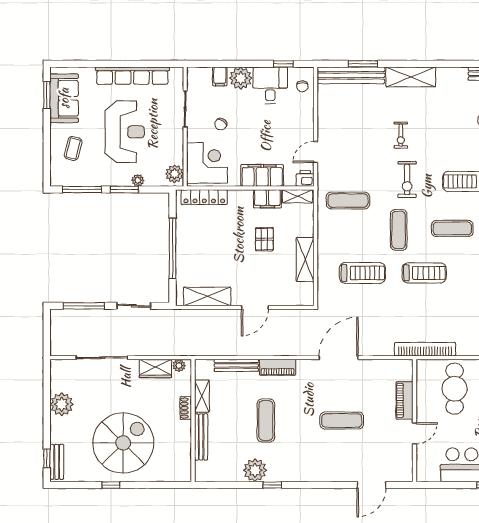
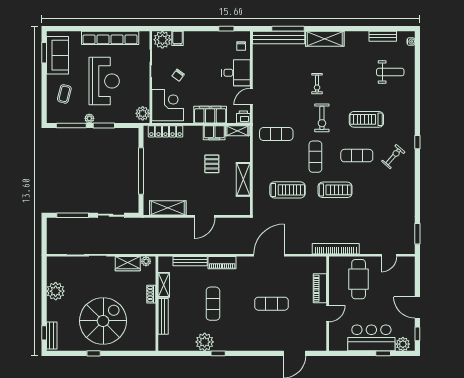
window: (363, 64) -> (288, 29), width x1.44
plant: (241, 78) -> (162, 40), moved
desk: (270, 85) -> (236, 73), moved, turned 90
plant: (138, 180) -> (89, 118), moved

